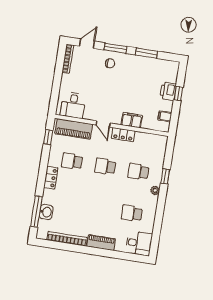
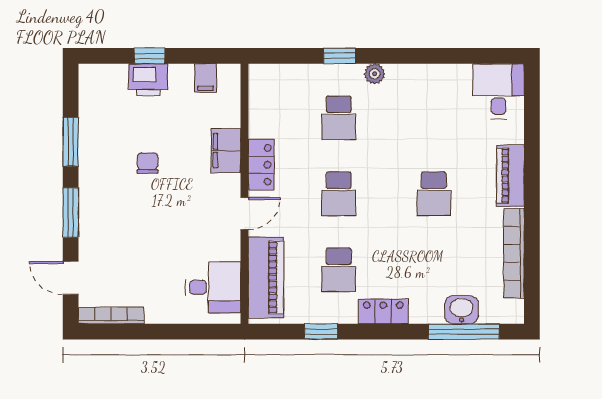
chair: (110, 63) -> (148, 163), moved
window: (48, 137) -> (321, 332), moved
school desk: (132, 213) -> (434, 194), moved

